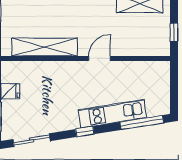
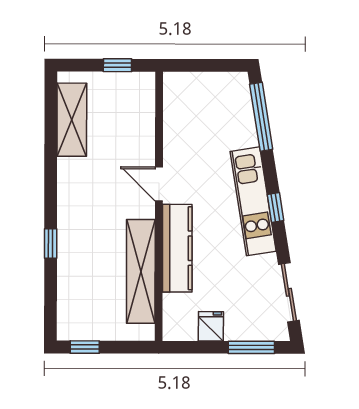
kitchen counter: (59, 70) -> (177, 248), added
kitchen unit: (112, 114) -> (253, 201), moved

